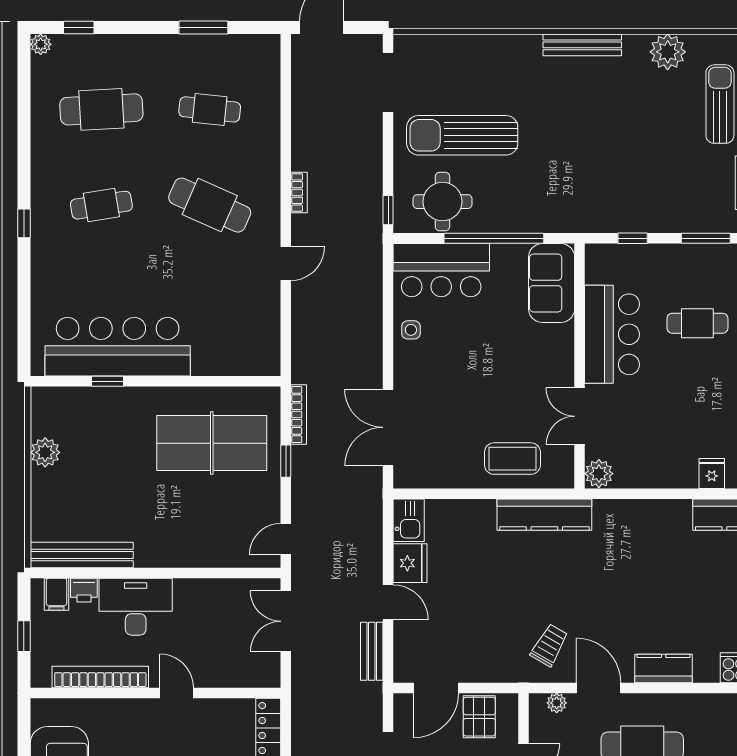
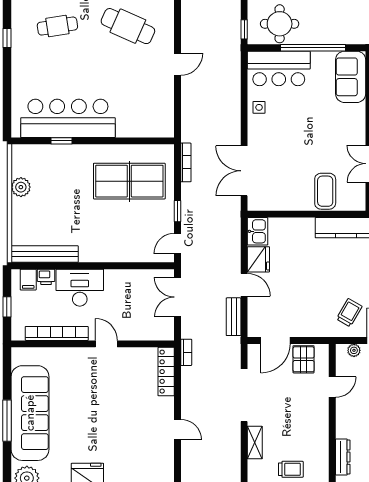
bookcase: (299, 193) -> (186, 352), moved
coffee table: (512, 459) -> (325, 191), turned 90
window: (286, 461) -> (178, 211), moved

